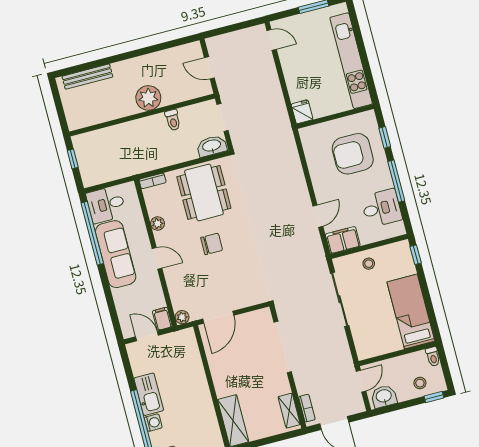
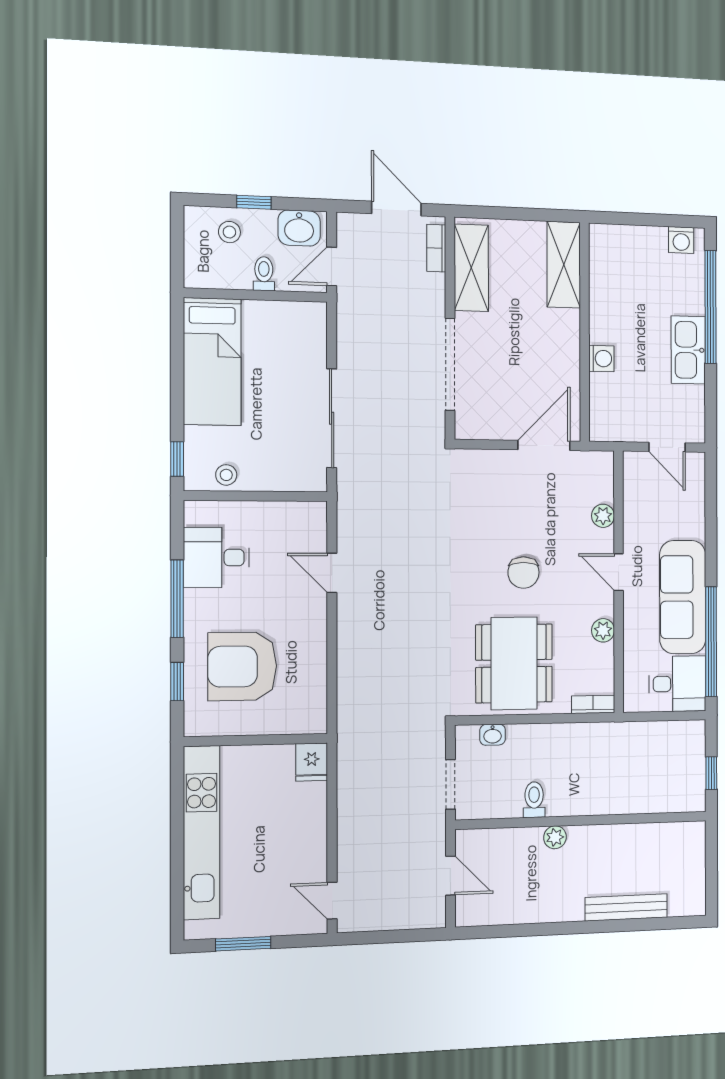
bench: (87, 77) -> (626, 907), moved
plant: (148, 98) -> (555, 837), width x0.53, depth x0.53
washbasin: (212, 146) -> (493, 735), width x0.52, depth x0.69
armchair: (353, 154) -> (242, 666), turned 180
door: (318, 216) -> (332, 573), hinge flipped
filing cabinet: (343, 240) -> (299, 520), removed
chair: (212, 244) -> (523, 572), turned -90
stool: (369, 264) -> (226, 475), moved
plant: (182, 317) -> (603, 516), moved
filing cabinet: (162, 319) -> (635, 469), removed
toilet: (433, 357) -> (264, 274), moved
window: (434, 397) -> (254, 202), moved
shelving: (289, 411) -> (471, 268), width x1.50, depth x1.33
washing machine: (153, 423) -> (601, 359), moved, turned 180

